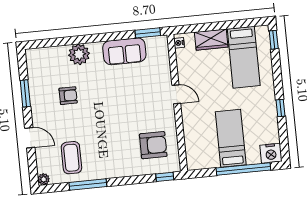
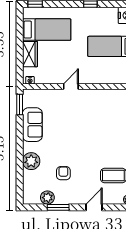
plant: (36, 79) -> (47, 198), added
armchair: (153, 145) -> (110, 109), removed

